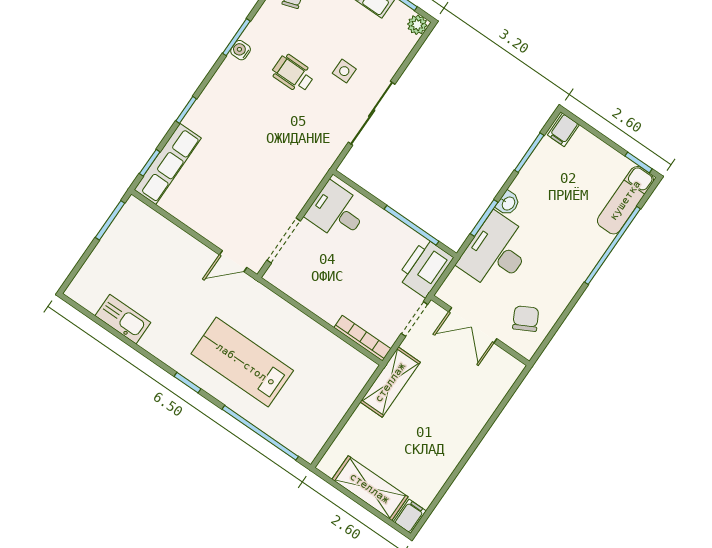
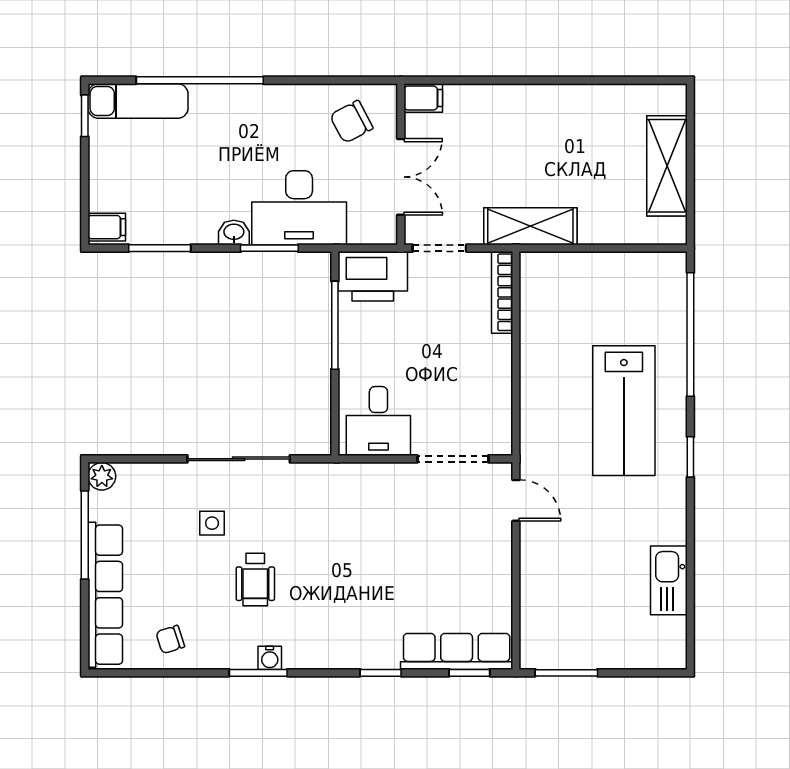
filing cabinet: (410, 516) -> (423, 98), moved, turned 180

